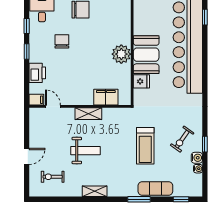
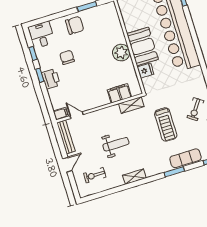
printer: (37, 73) -> (51, 79), moved
shelving: (88, 114) -> (131, 105), moved
bench: (34, 126) -> (66, 137), added

